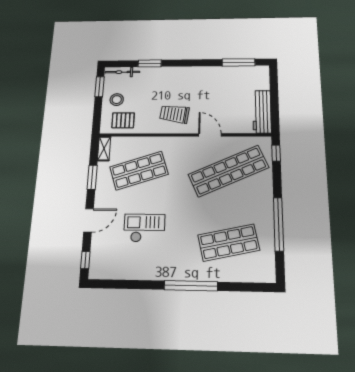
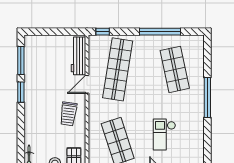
window: (150, 63) -> (21, 92), moved
workbench: (262, 112) -> (79, 56), moved, turned 90
shop shelf: (228, 171) -> (118, 69), turned 33

